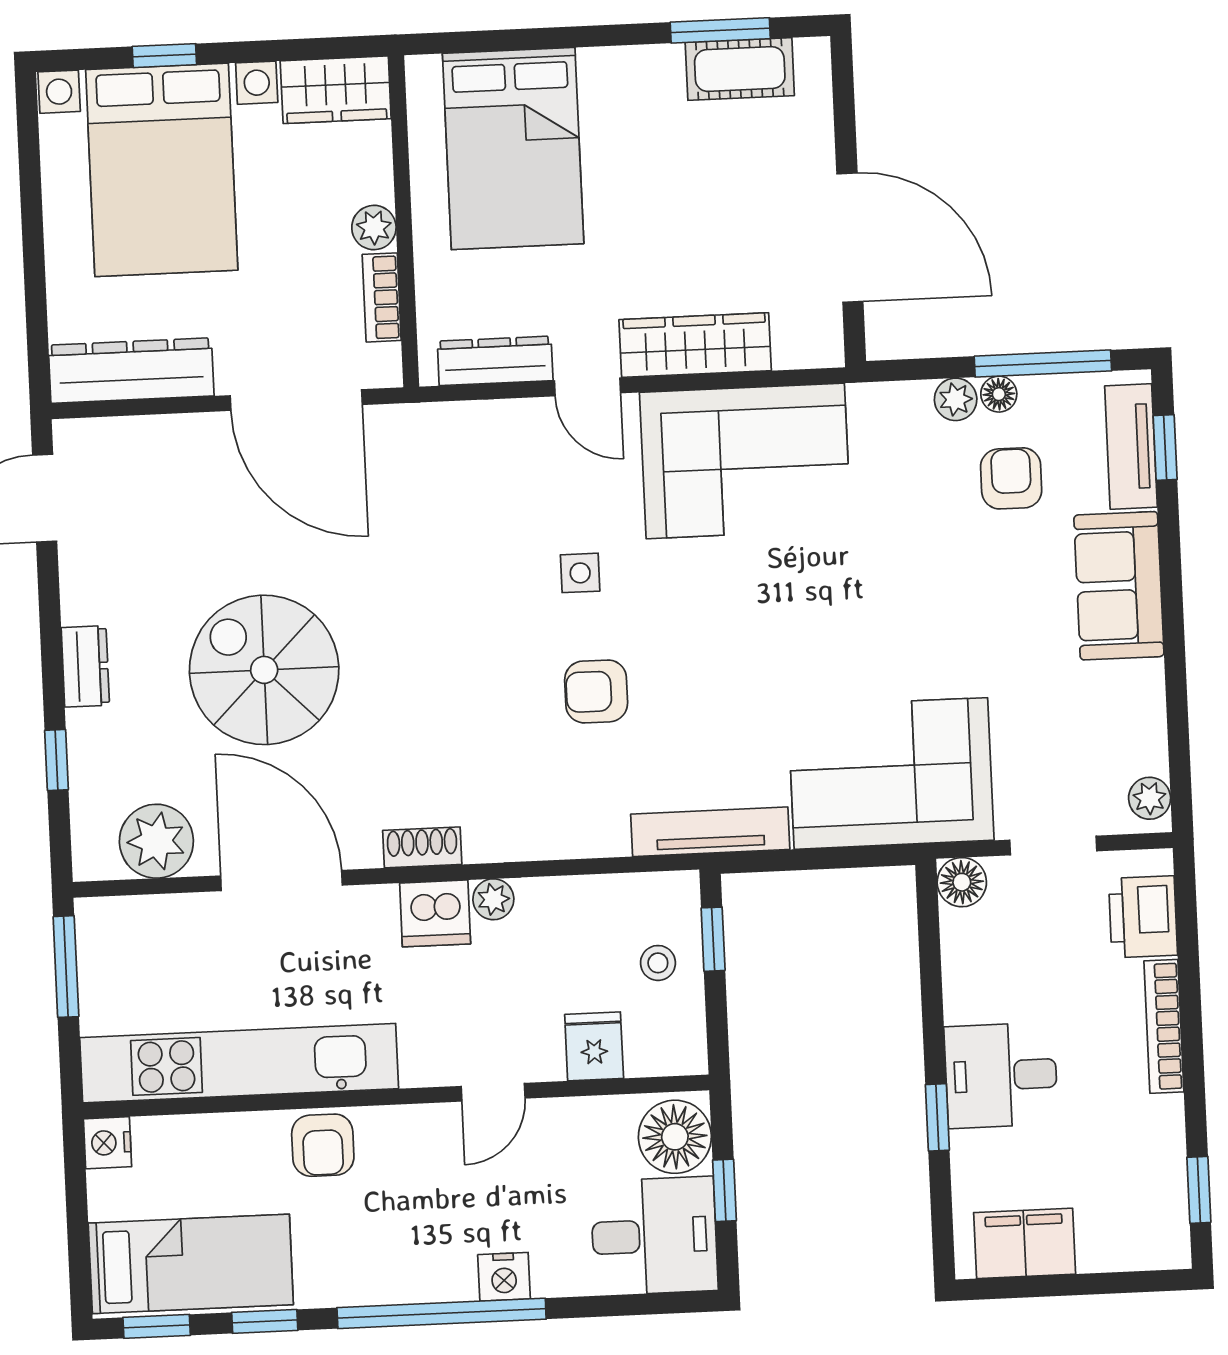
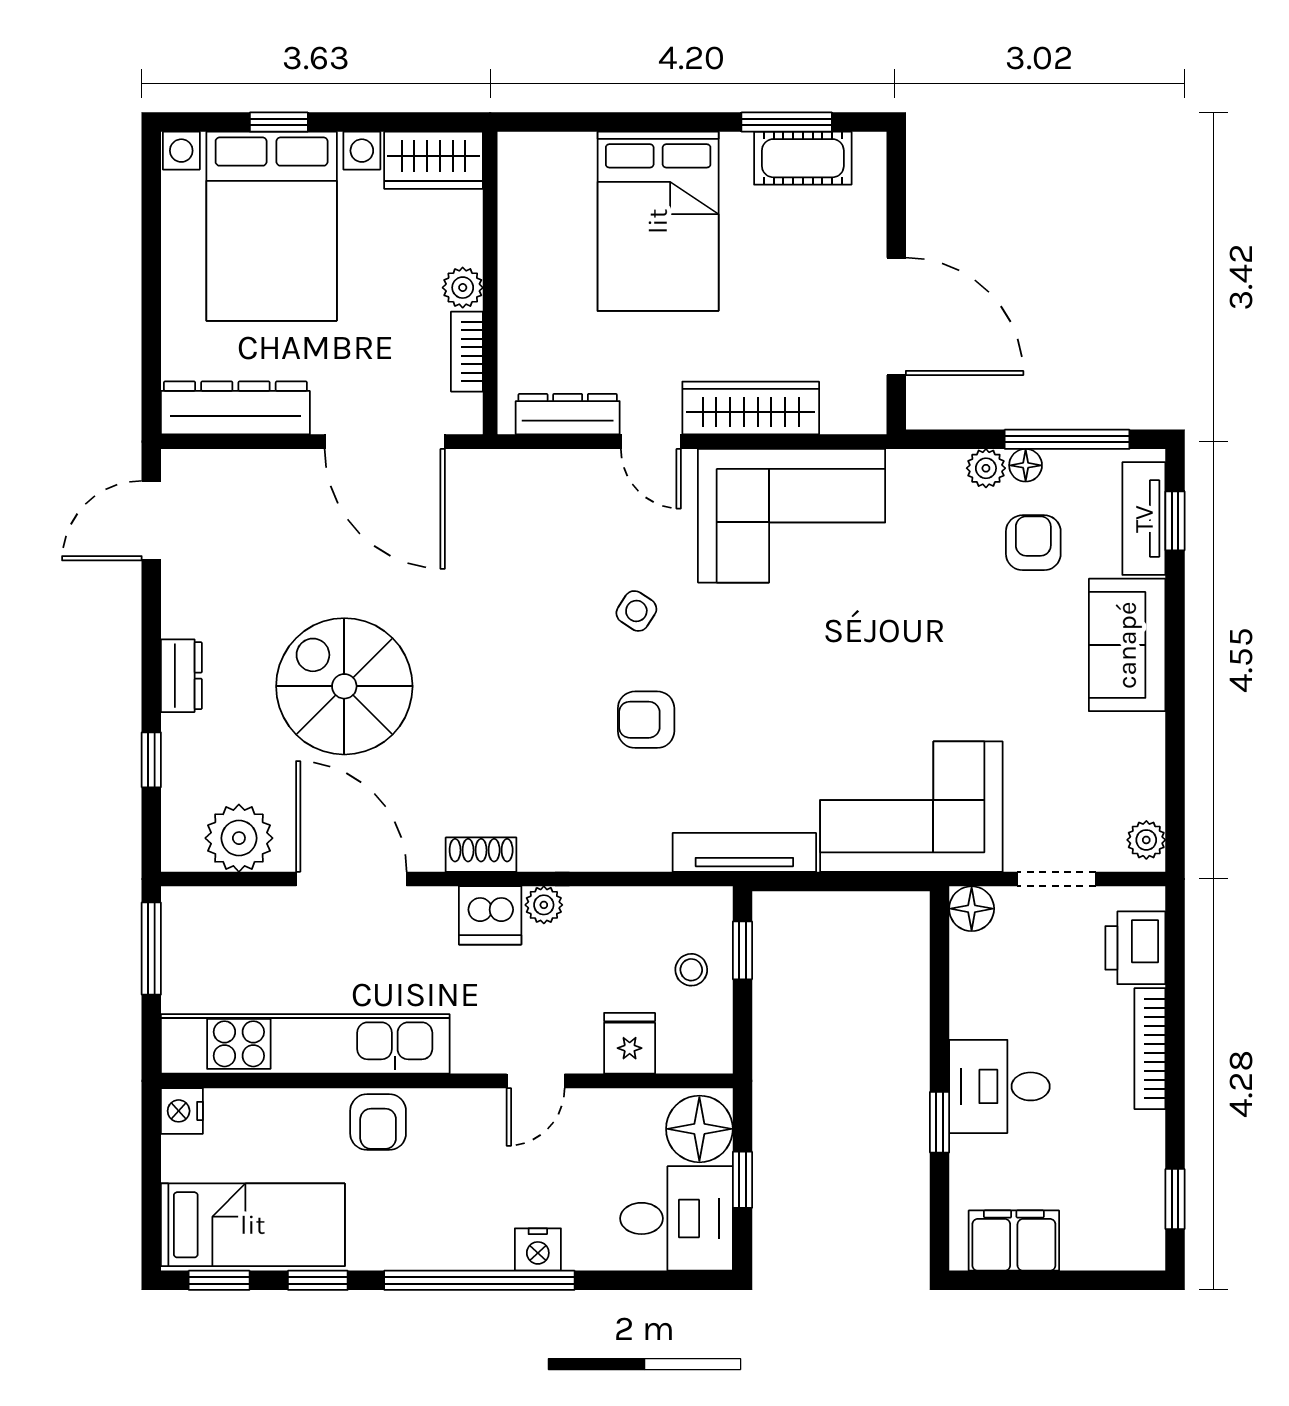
bed: (513, 149) -> (658, 221), moved
side table: (580, 573) -> (636, 611), turned 33

